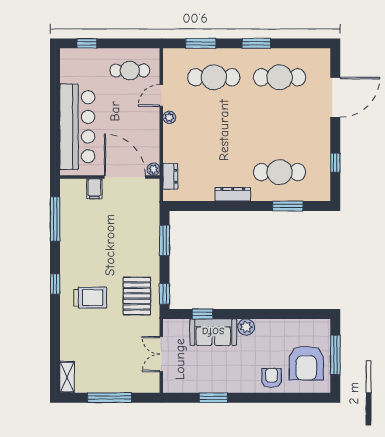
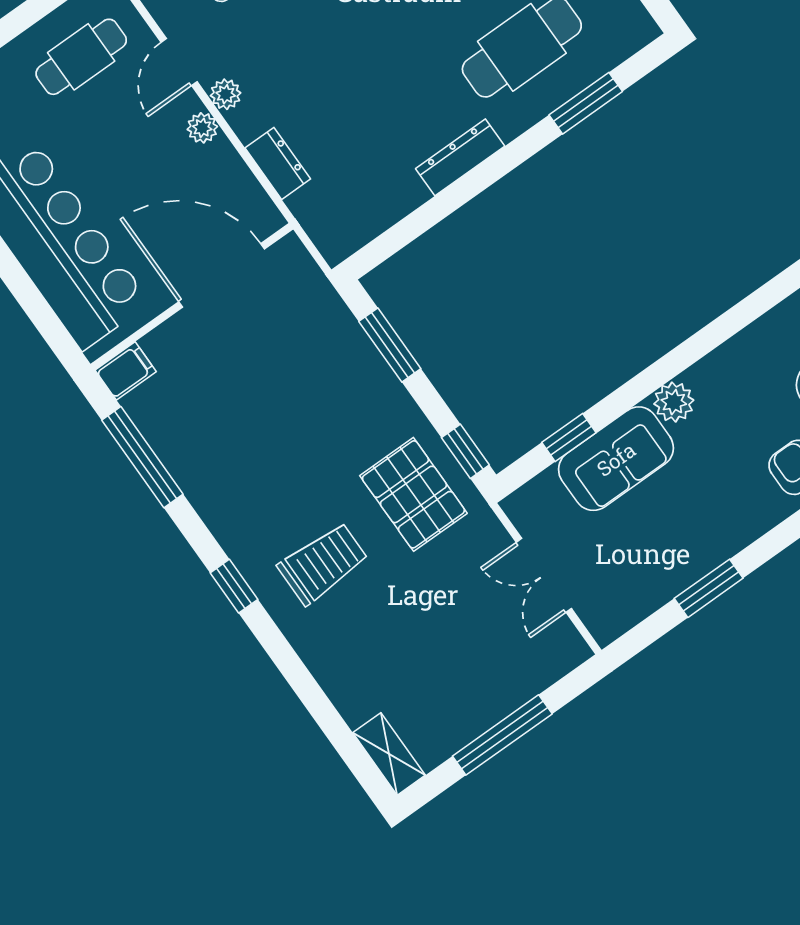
plant: (153, 169) -> (202, 128), moved
dresser: (170, 176) -> (278, 163), moved
filing cabinet: (94, 189) -> (126, 371), moved, turned -90

